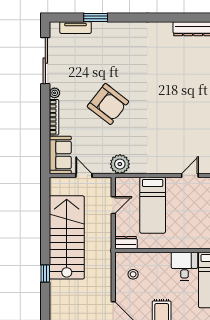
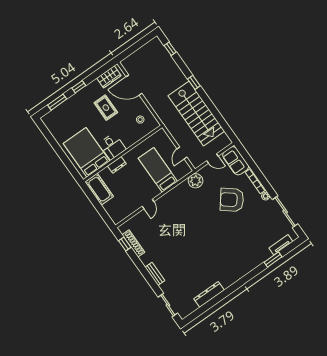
armchair: (108, 104) -> (232, 200), moved
dresser: (126, 243) -> (117, 165), moved

